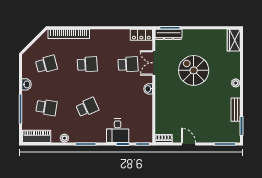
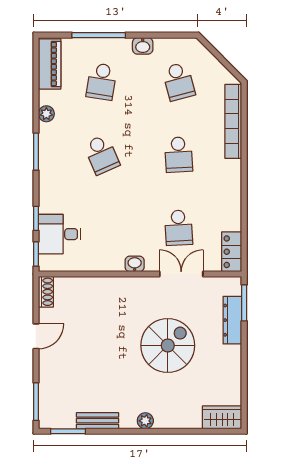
dresser: (168, 34) -> (232, 320), moved
desk: (118, 131) -> (60, 234), moved

